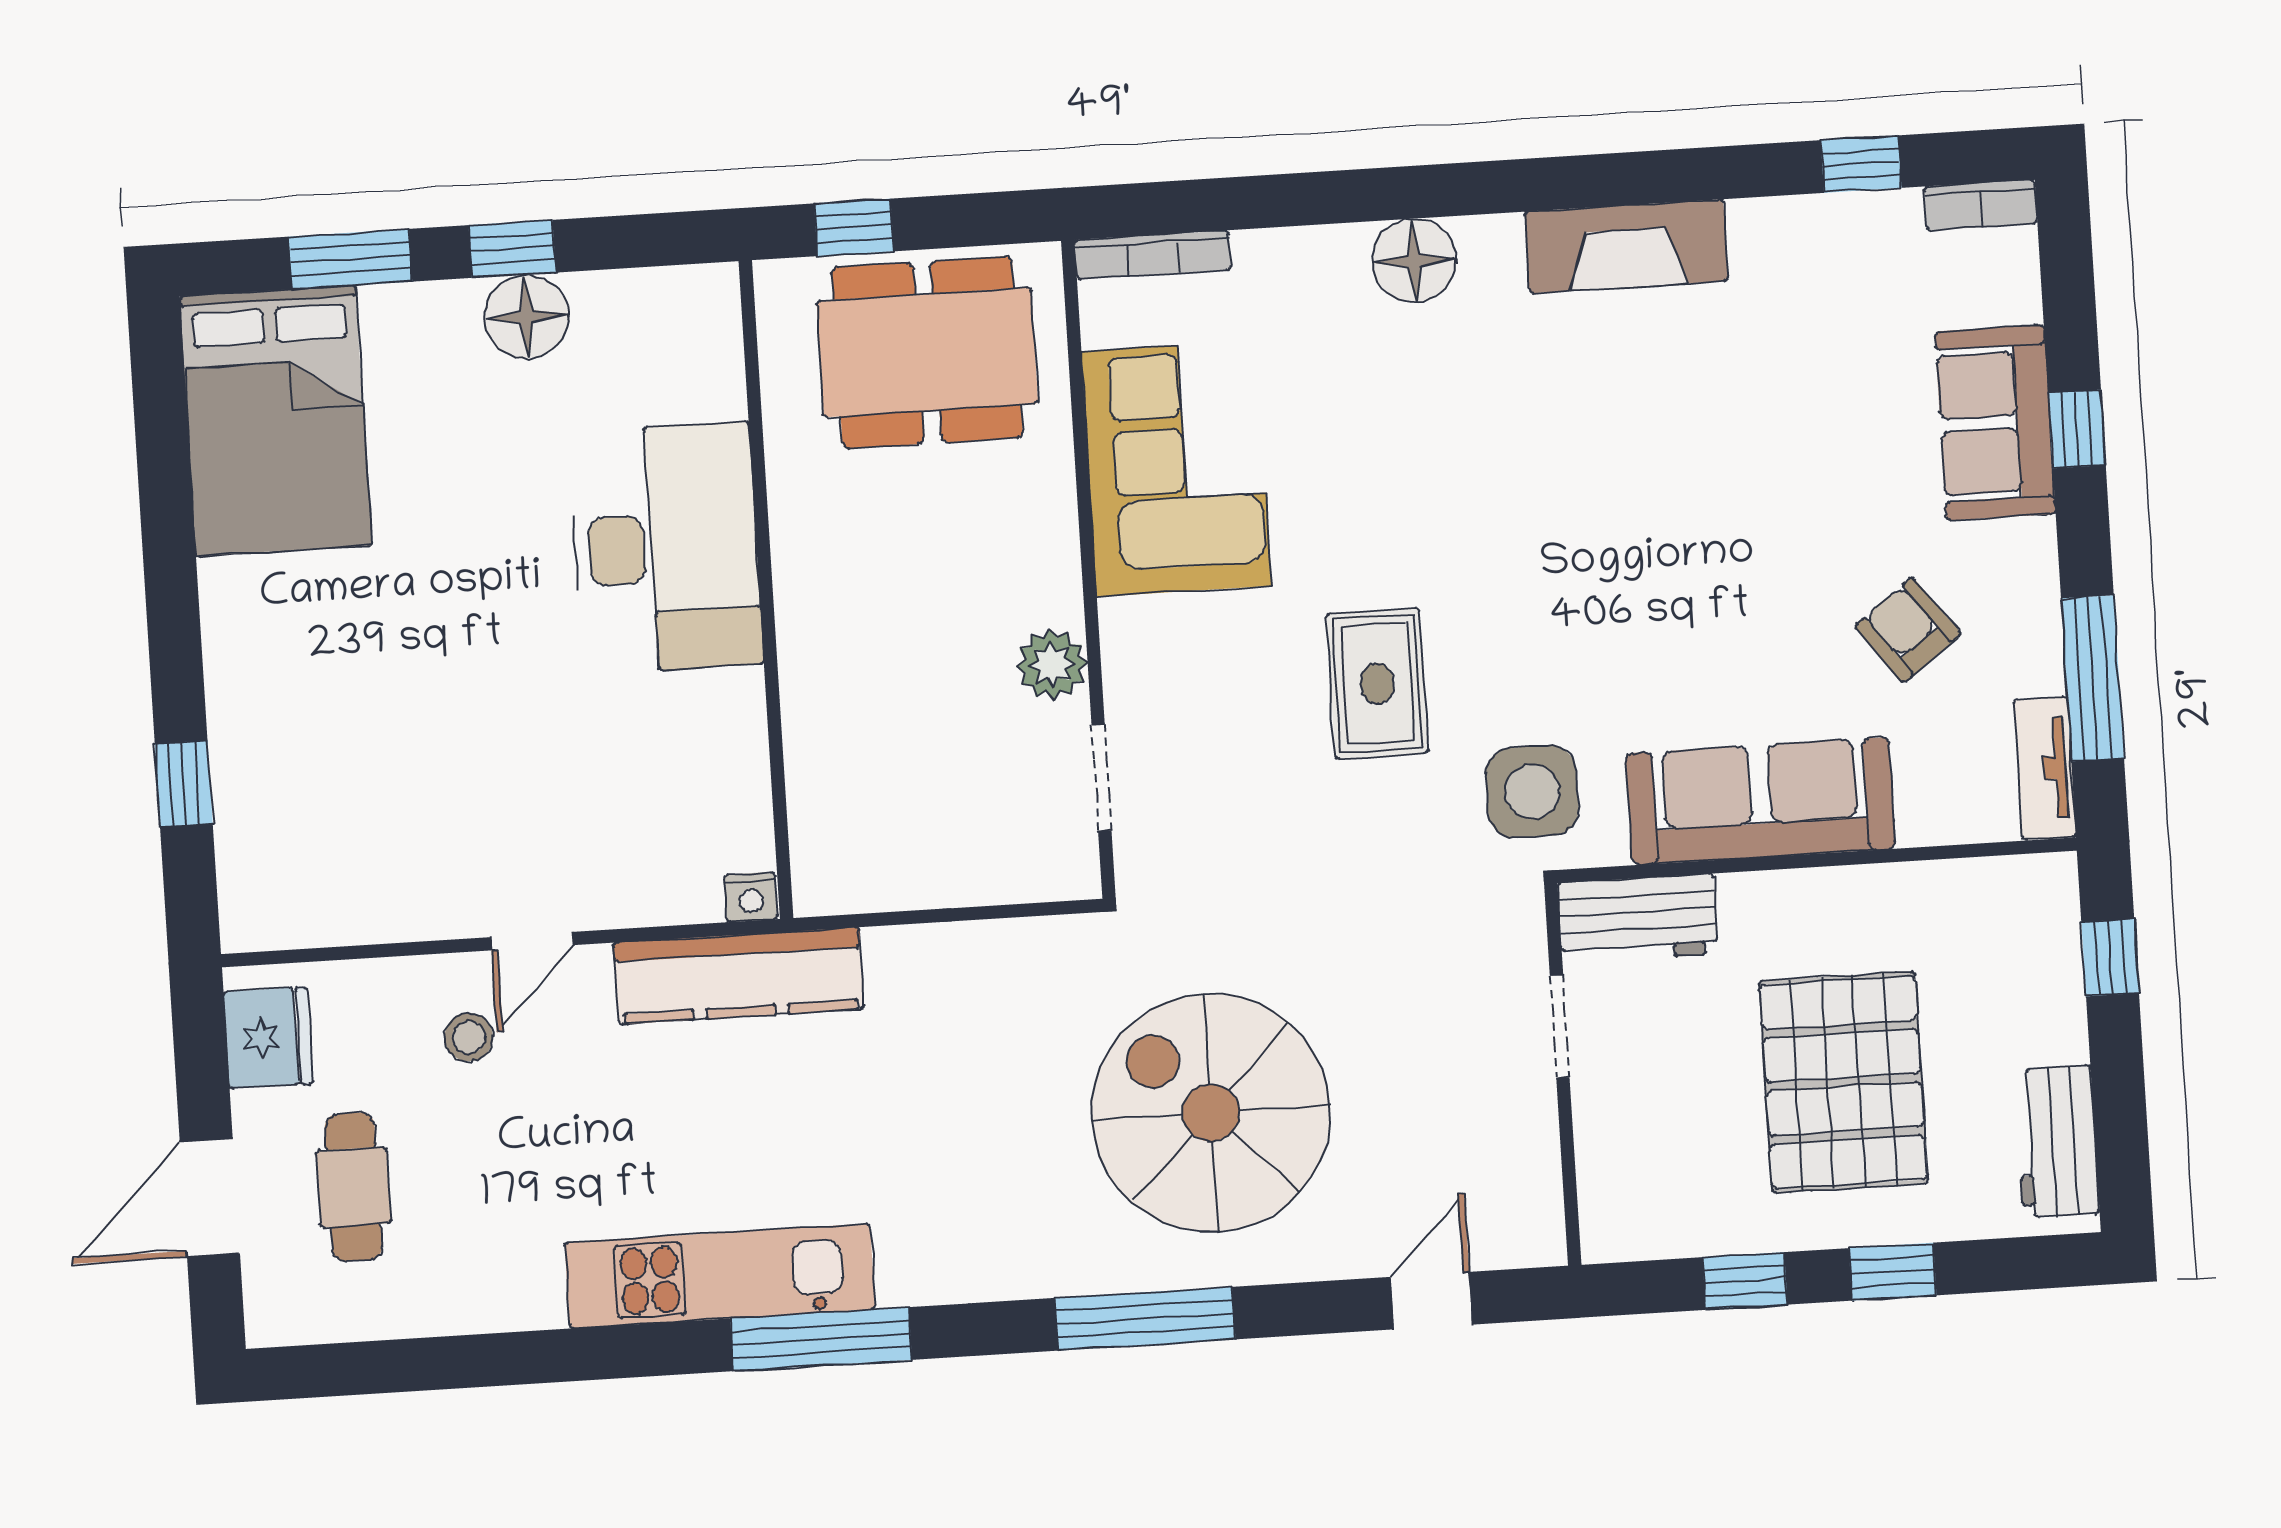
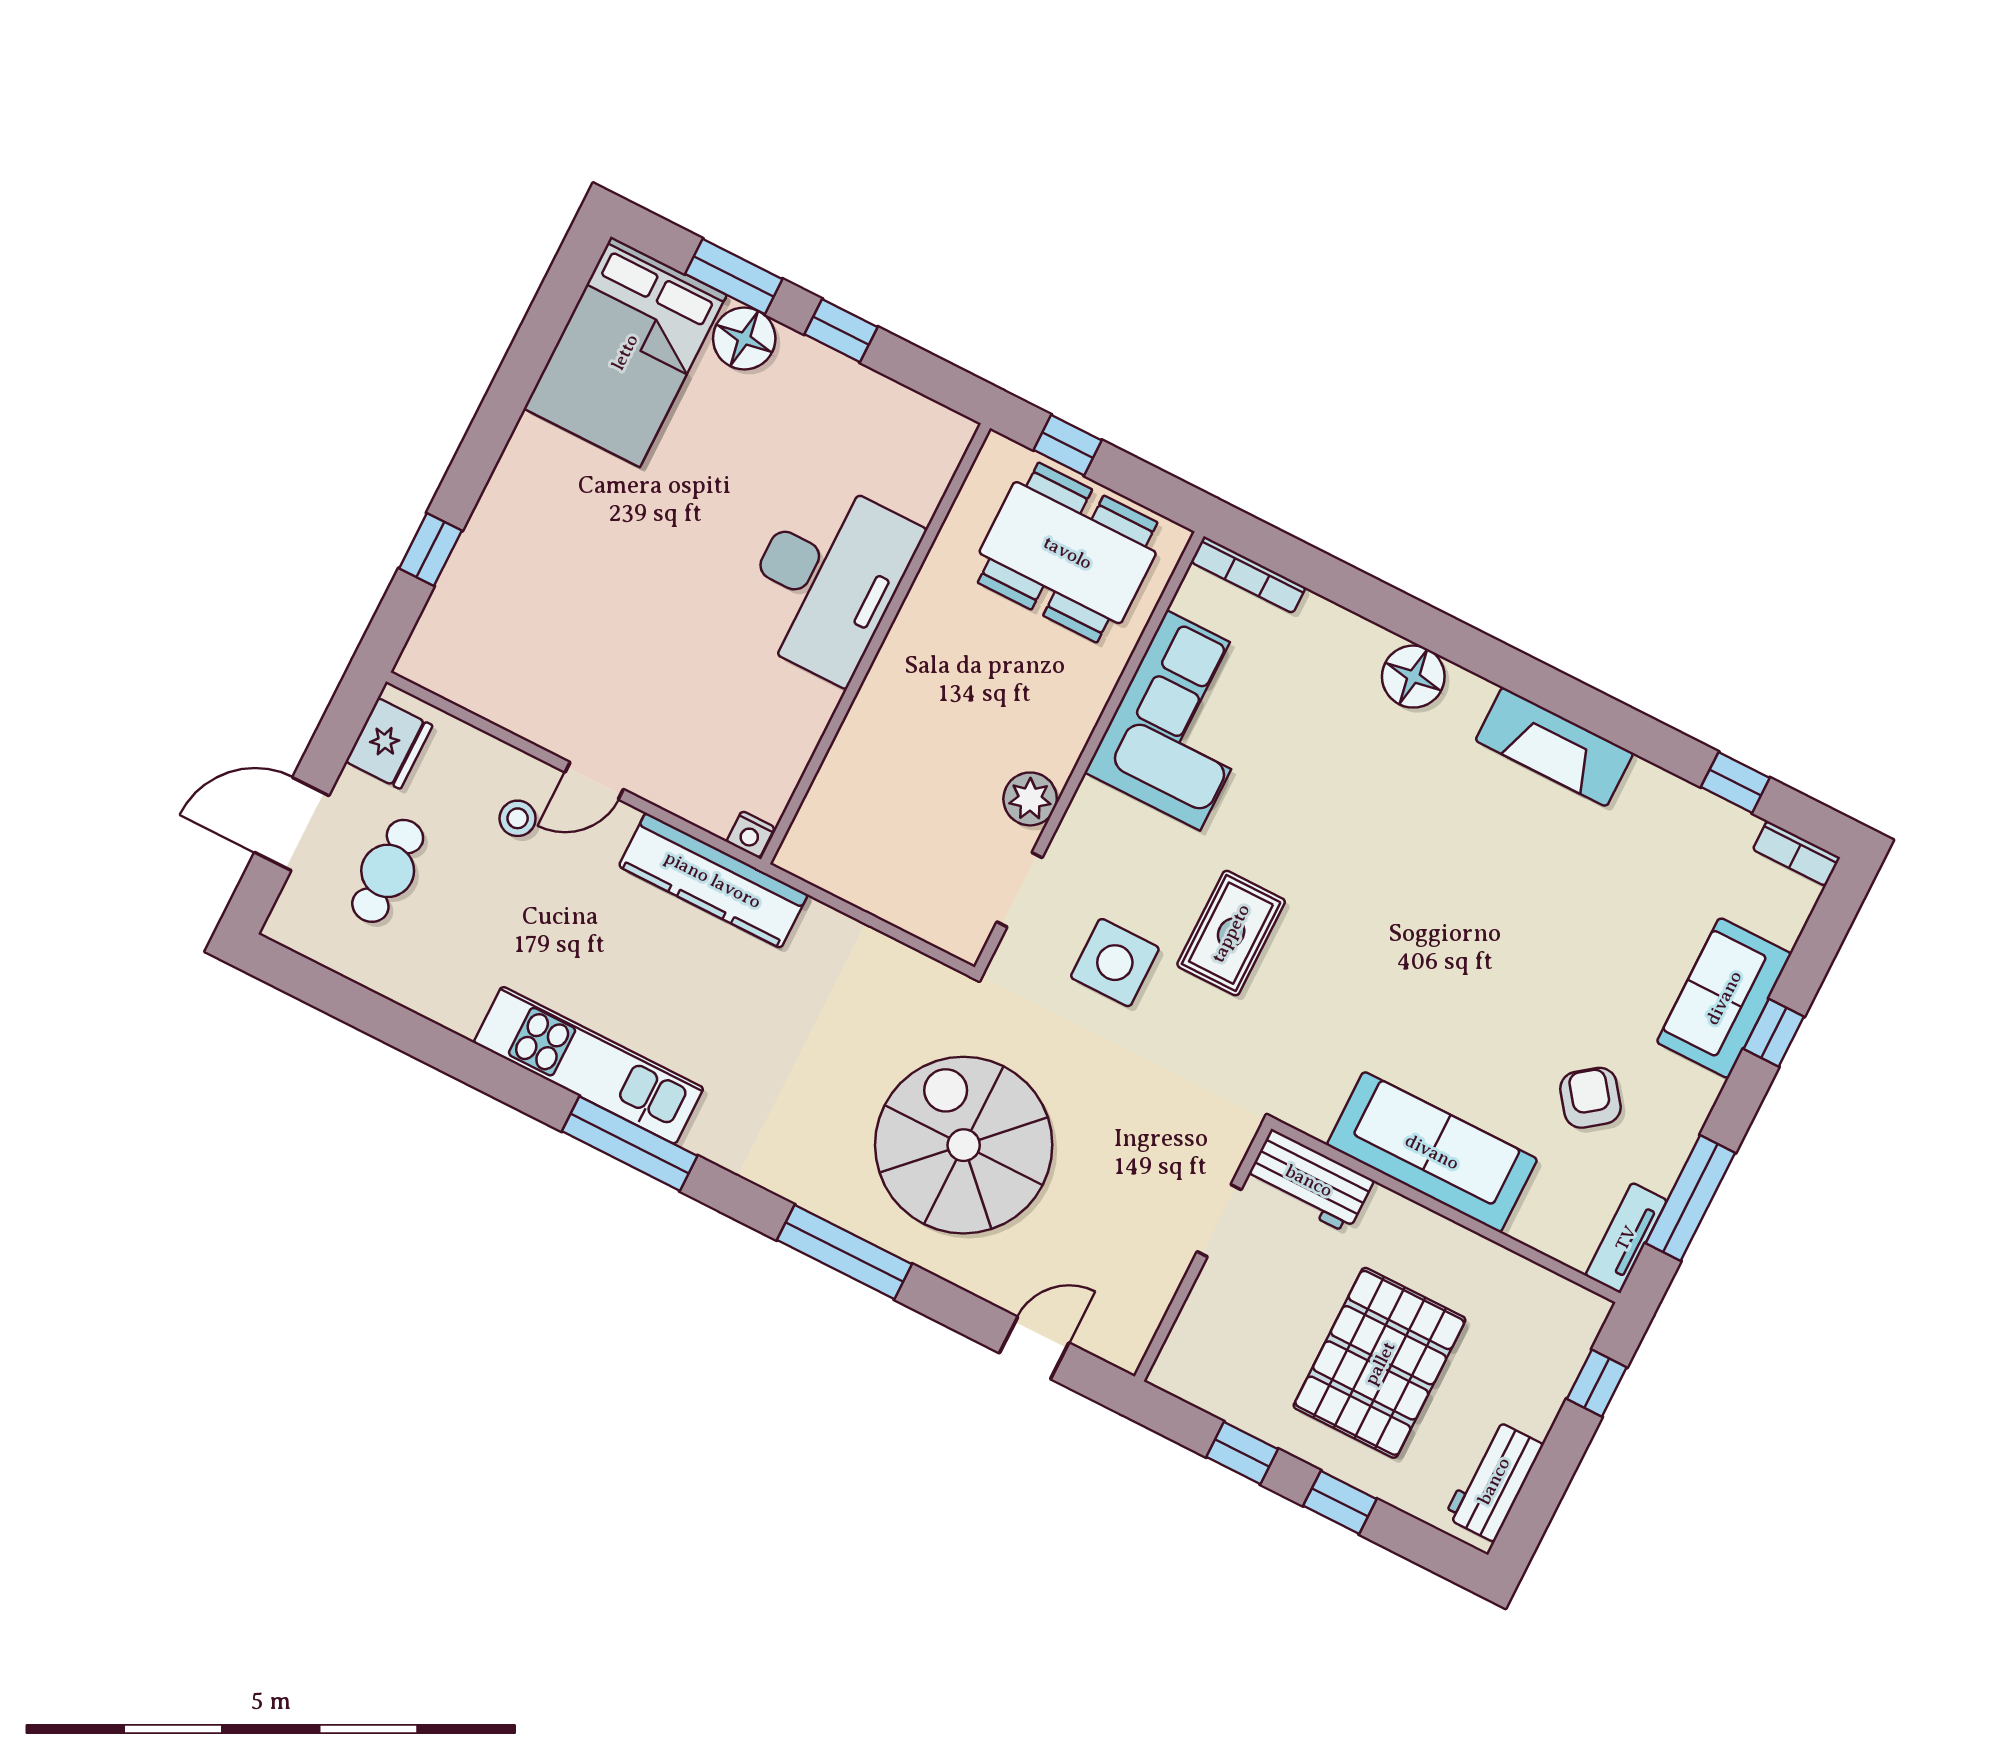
floor lamp: (526, 316) -> (744, 338), moved
side table: (1532, 792) -> (1115, 963), moved

